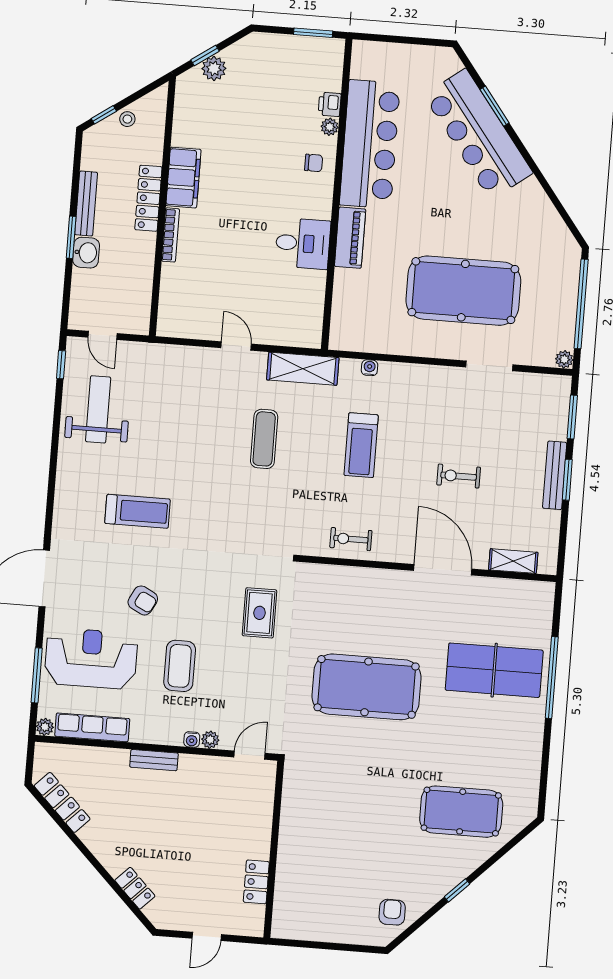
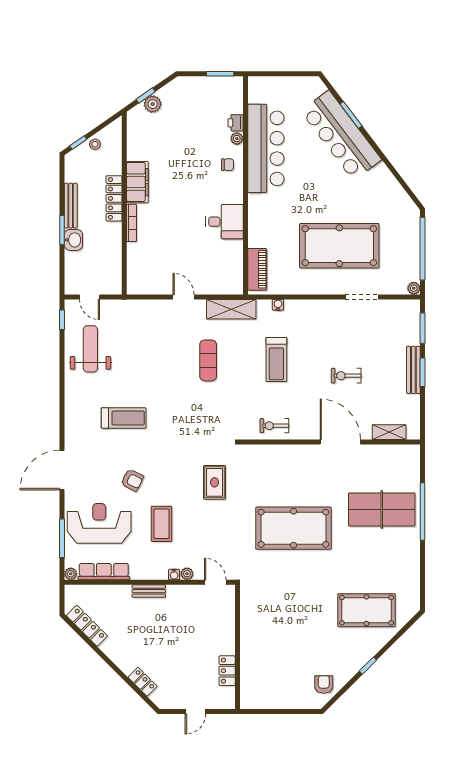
piano: (350, 238) -> (257, 269), moved
door: (249, 755) -> (215, 582), hinge flipped

